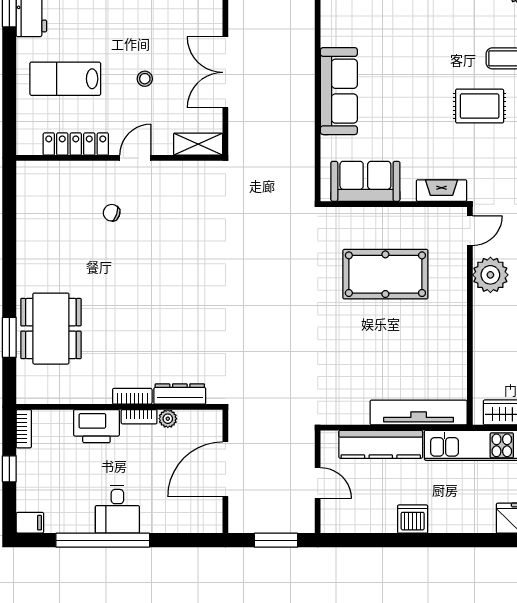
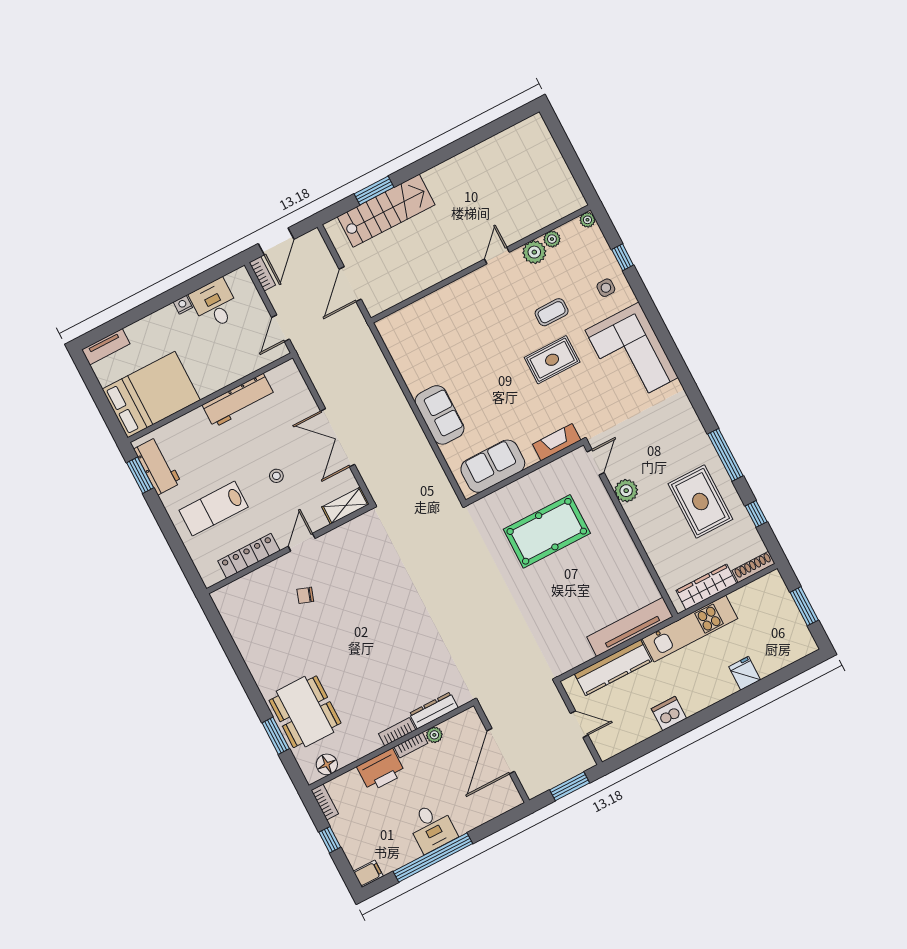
sofa: (339, 91) -> (440, 415), width x0.73
plant: (490, 275) -> (626, 491), width x0.73, depth x0.73
floor lamp: (45, 392) -> (327, 764), added

